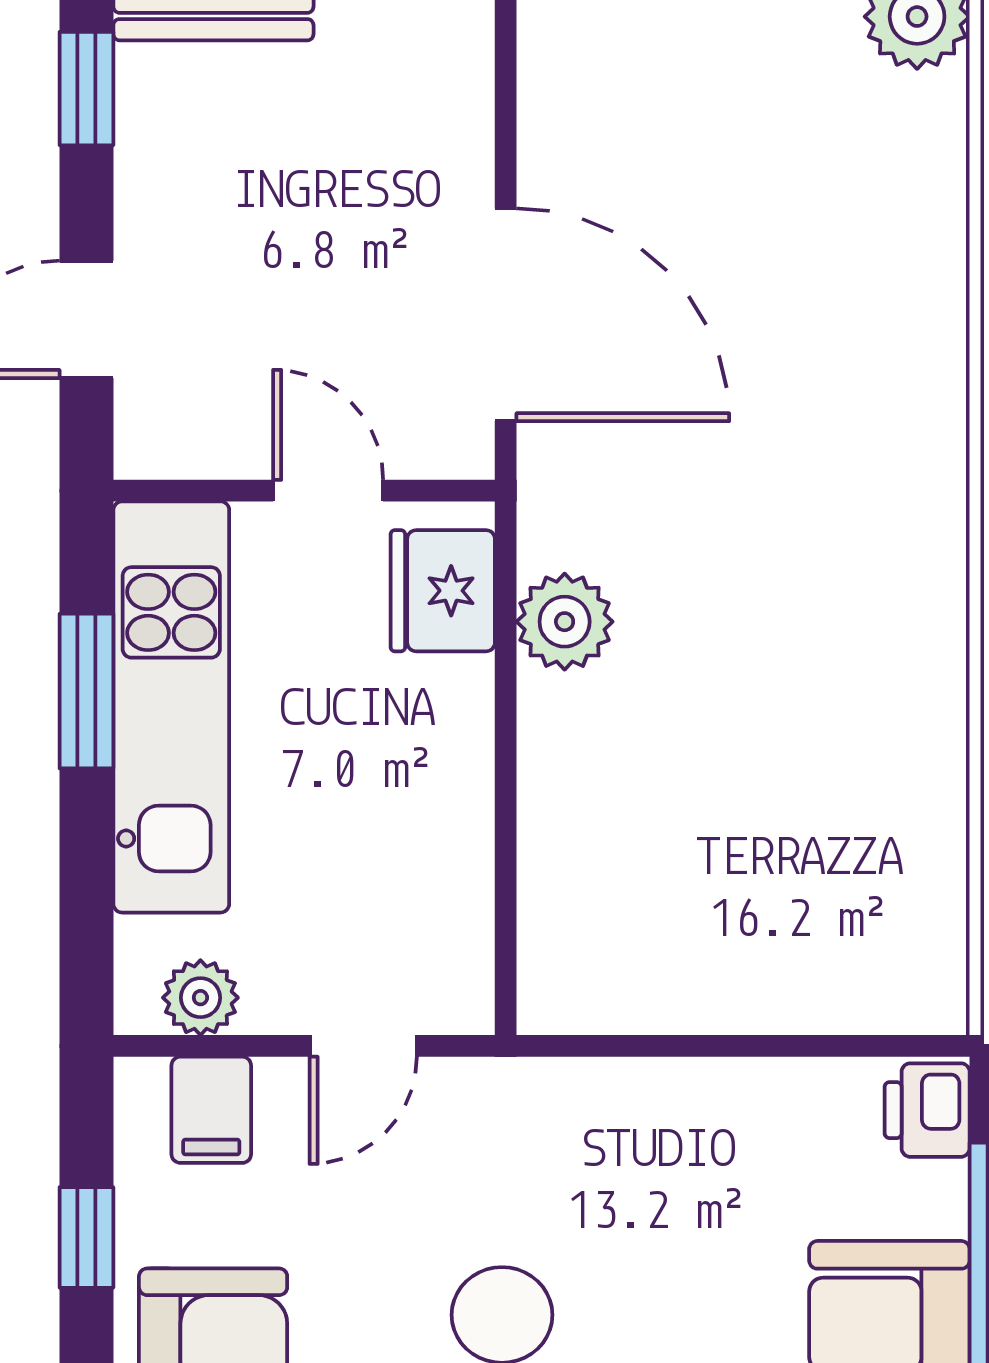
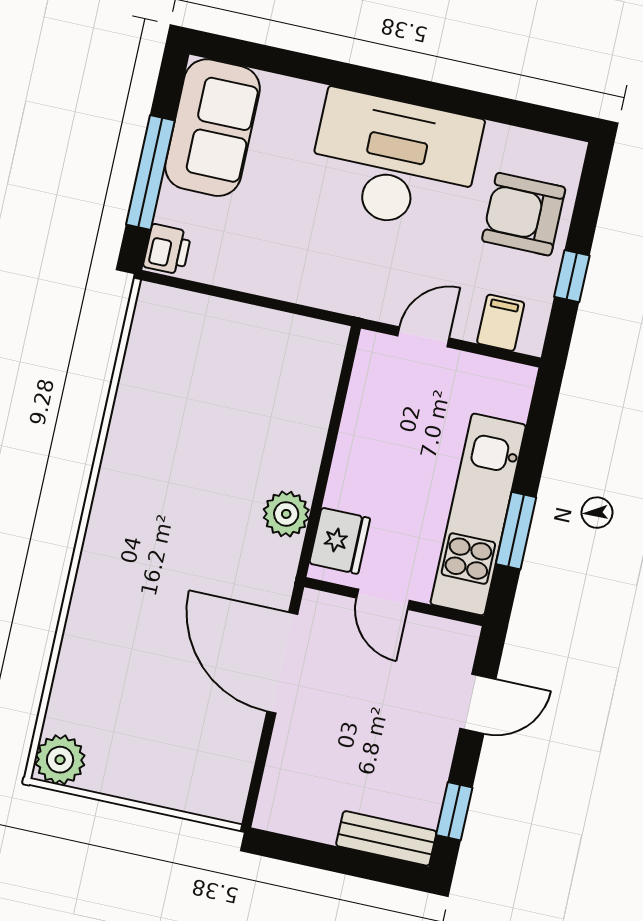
plant: (200, 998) -> (494, 376), removed

